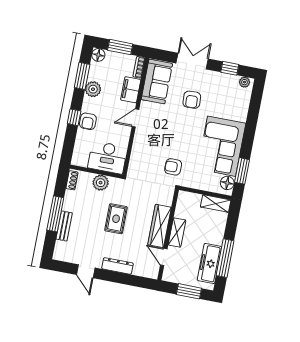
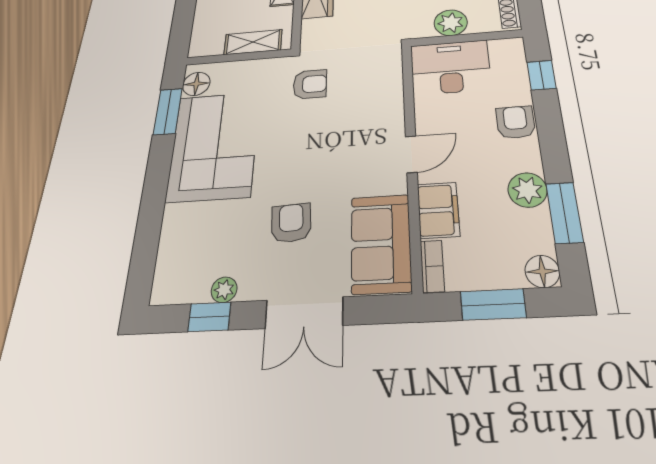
plant: (244, 82) -> (224, 290), moved
window: (74, 117) -> (541, 75), moved
shelving: (216, 203) -> (253, 42), moved

